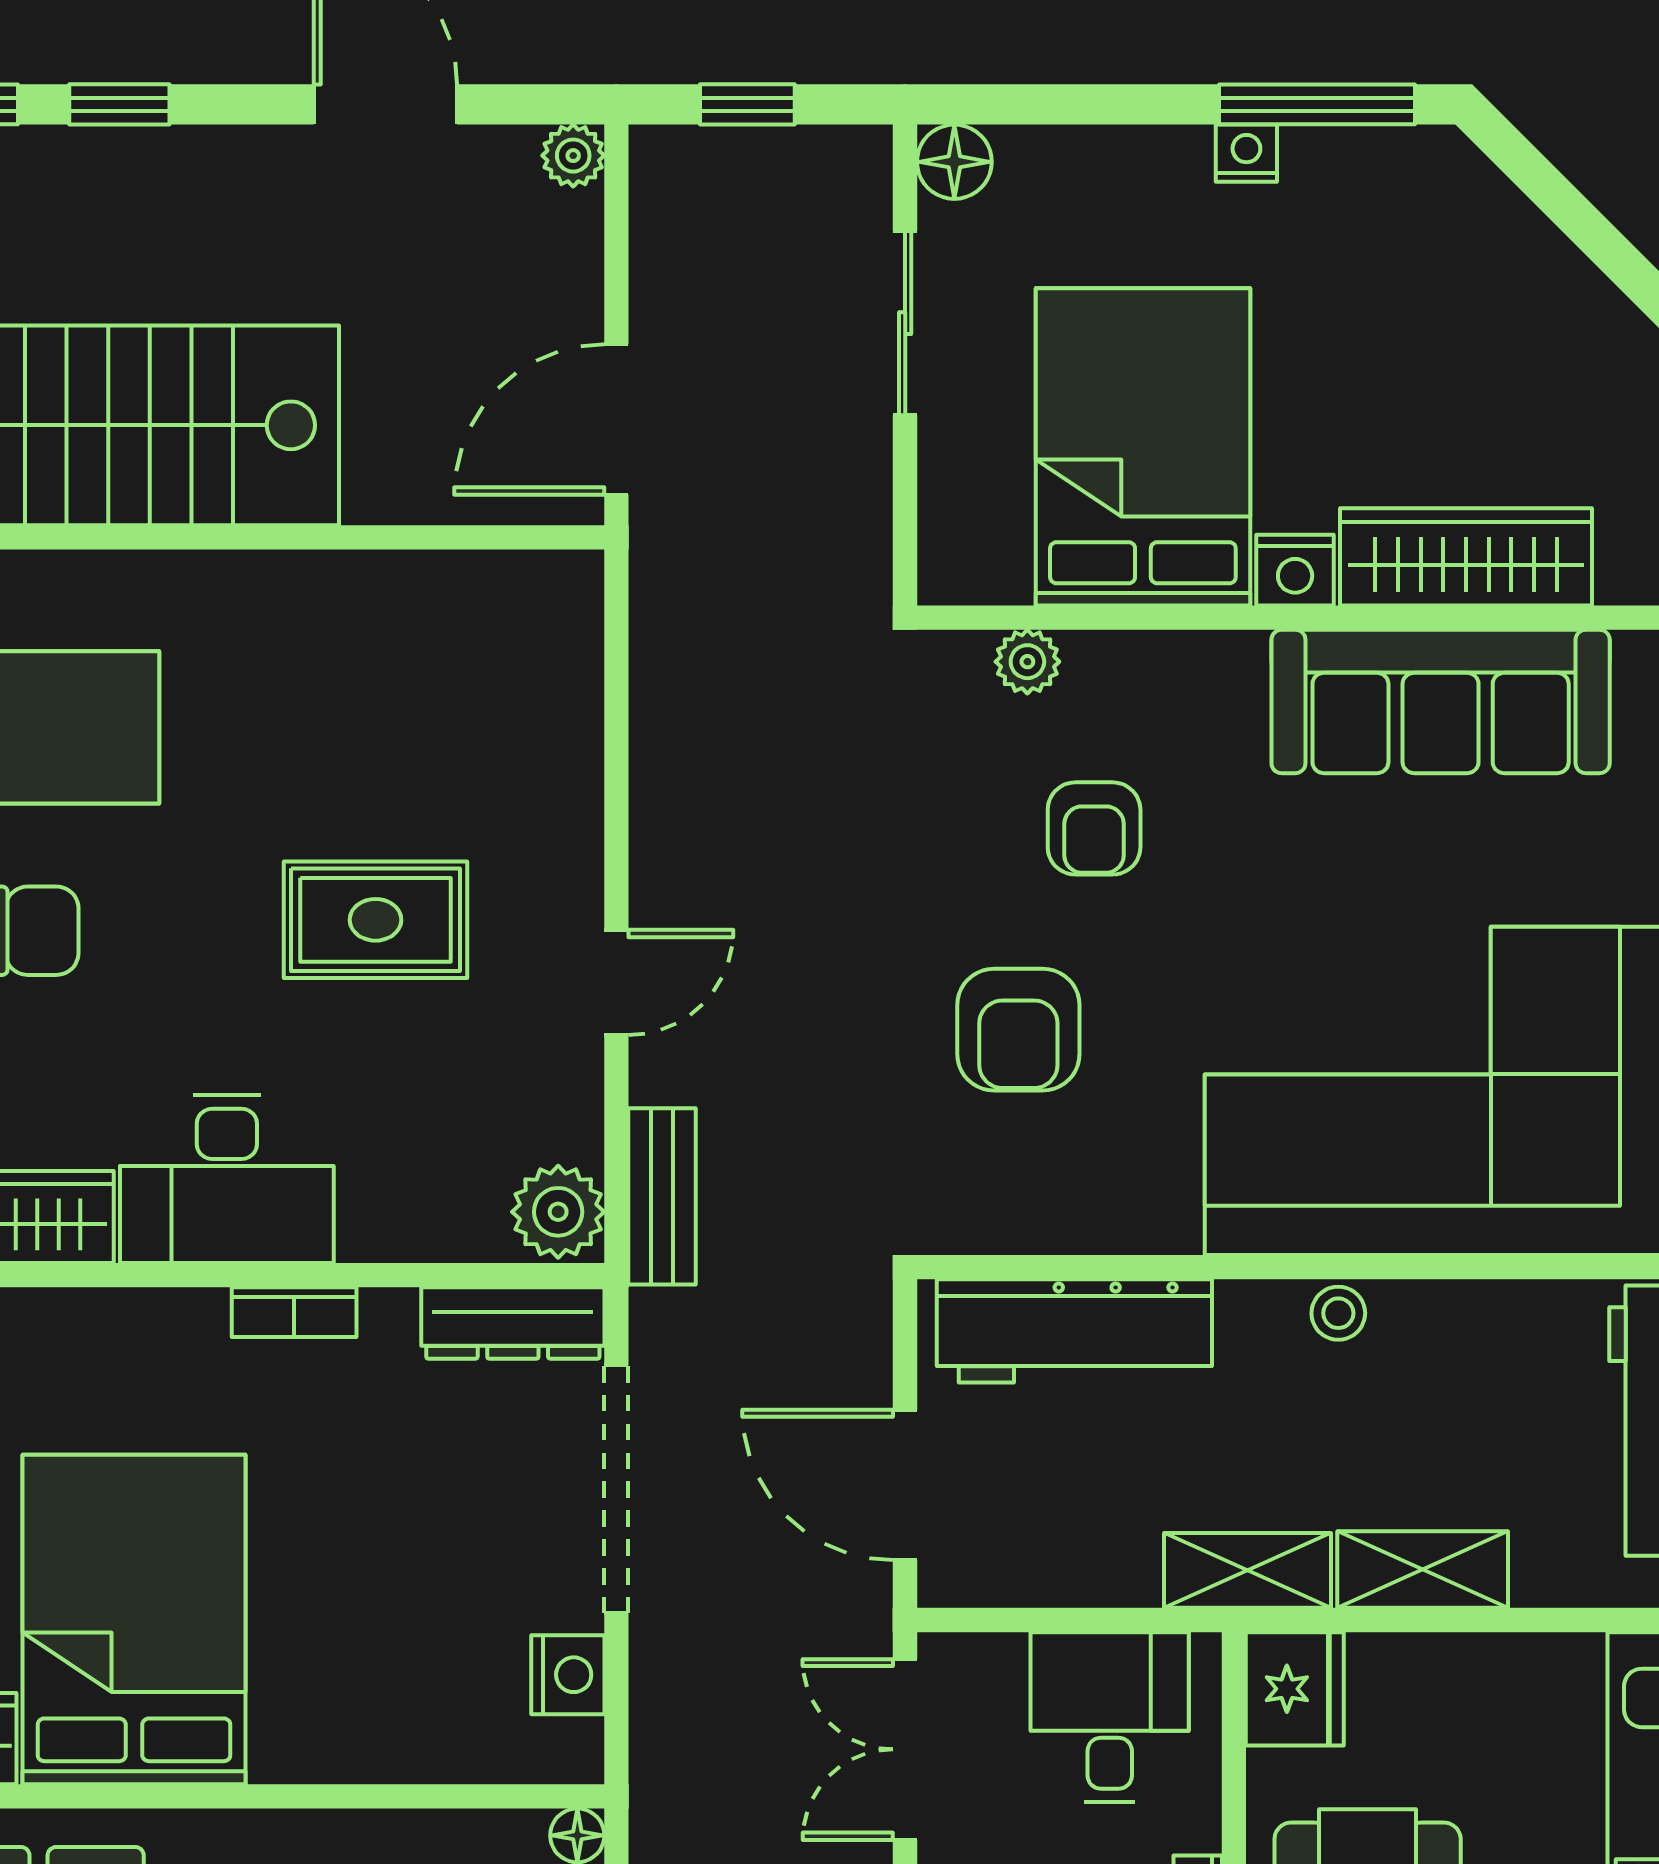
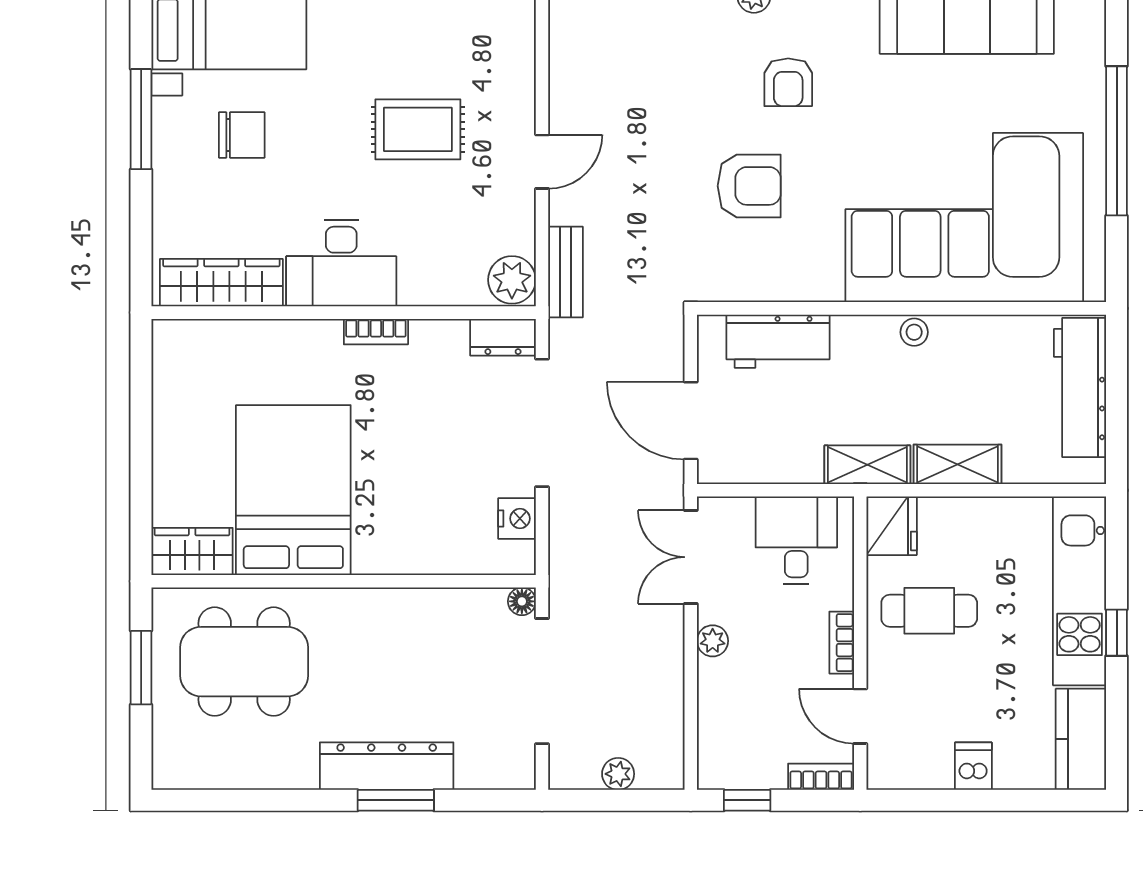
armchair: (1018, 1030) -> (749, 186), turned -90
dresser: (513, 1323) -> (503, 337), width x0.70
workbench: (1074, 1331) -> (778, 341), width x0.73

